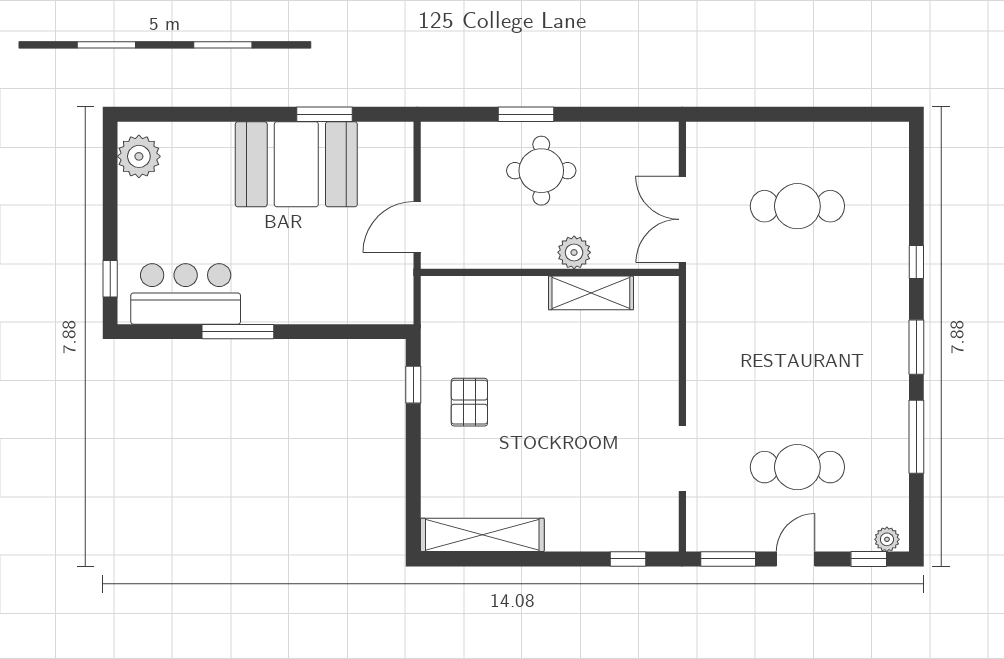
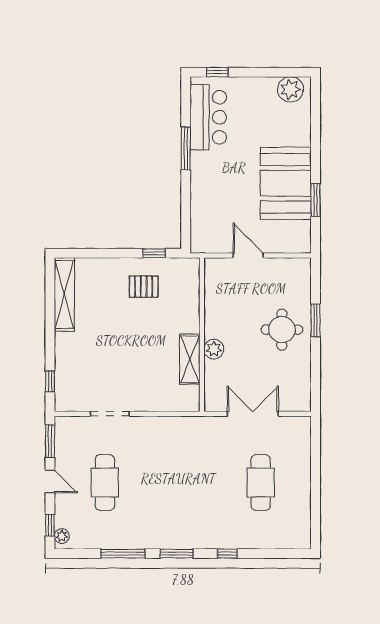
plant: (574, 252) -> (214, 349), moved
wall: (550, 272) -> (202, 335), moved
shelving: (591, 293) -> (190, 359), moved

